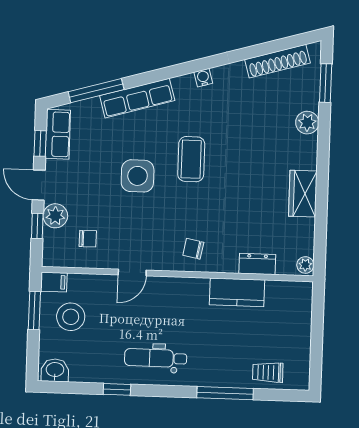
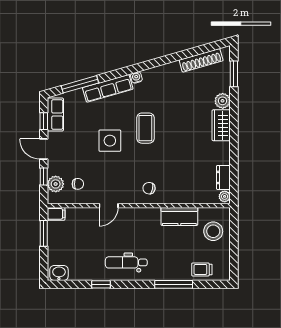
water cooler: (203, 78) -> (136, 77), moved
wardrobe: (303, 194) -> (221, 125), moved
plant: (55, 216) -> (56, 184), moved
dresser: (257, 264) -> (223, 177), moved, turned -90
stool: (71, 317) -> (213, 231), moved

